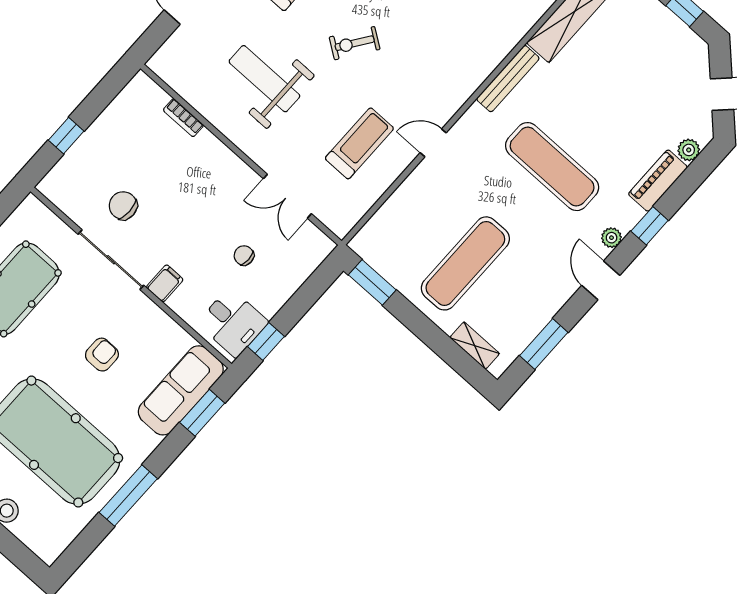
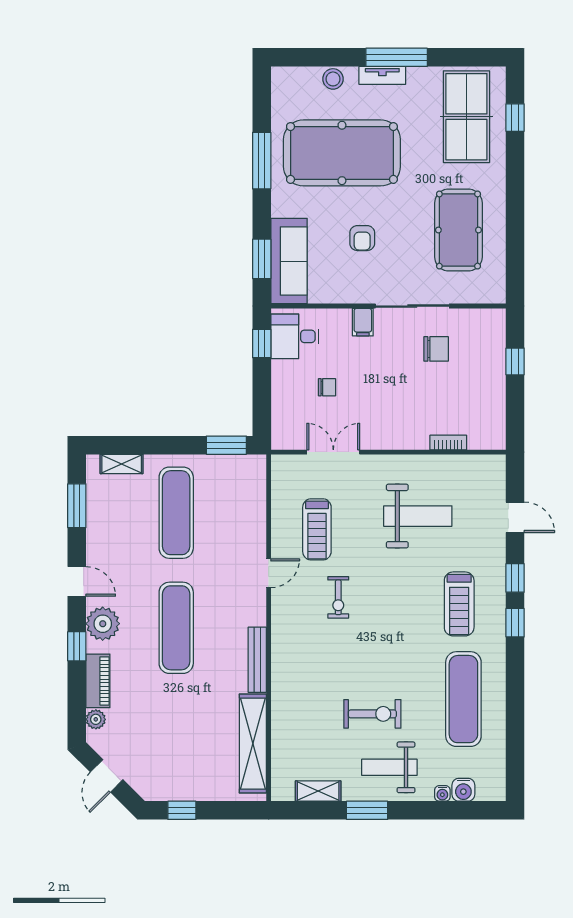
exercise bike: (355, 43) -> (338, 597), moved, turned 145
exercise mat: (552, 167) -> (176, 628), turned 90
plant: (612, 238) -> (103, 624), width x1.87, depth x1.87

